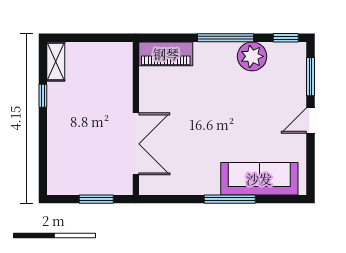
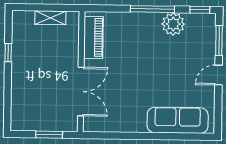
piano: (166, 54) -> (93, 37), moved, turned -90
shelving: (56, 61) -> (50, 18), moved, turned 90
window: (230, 199) -> (154, 136), removed

